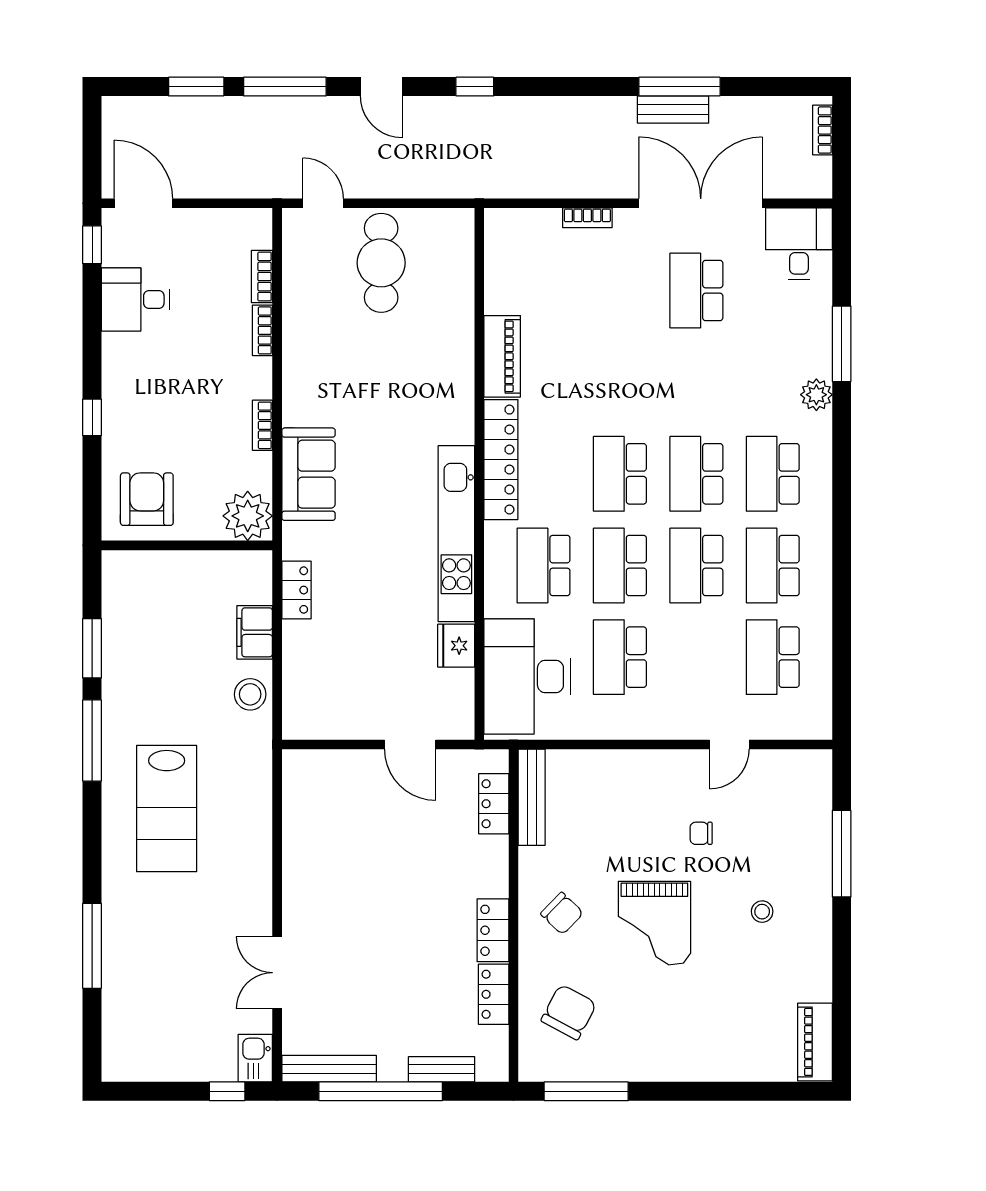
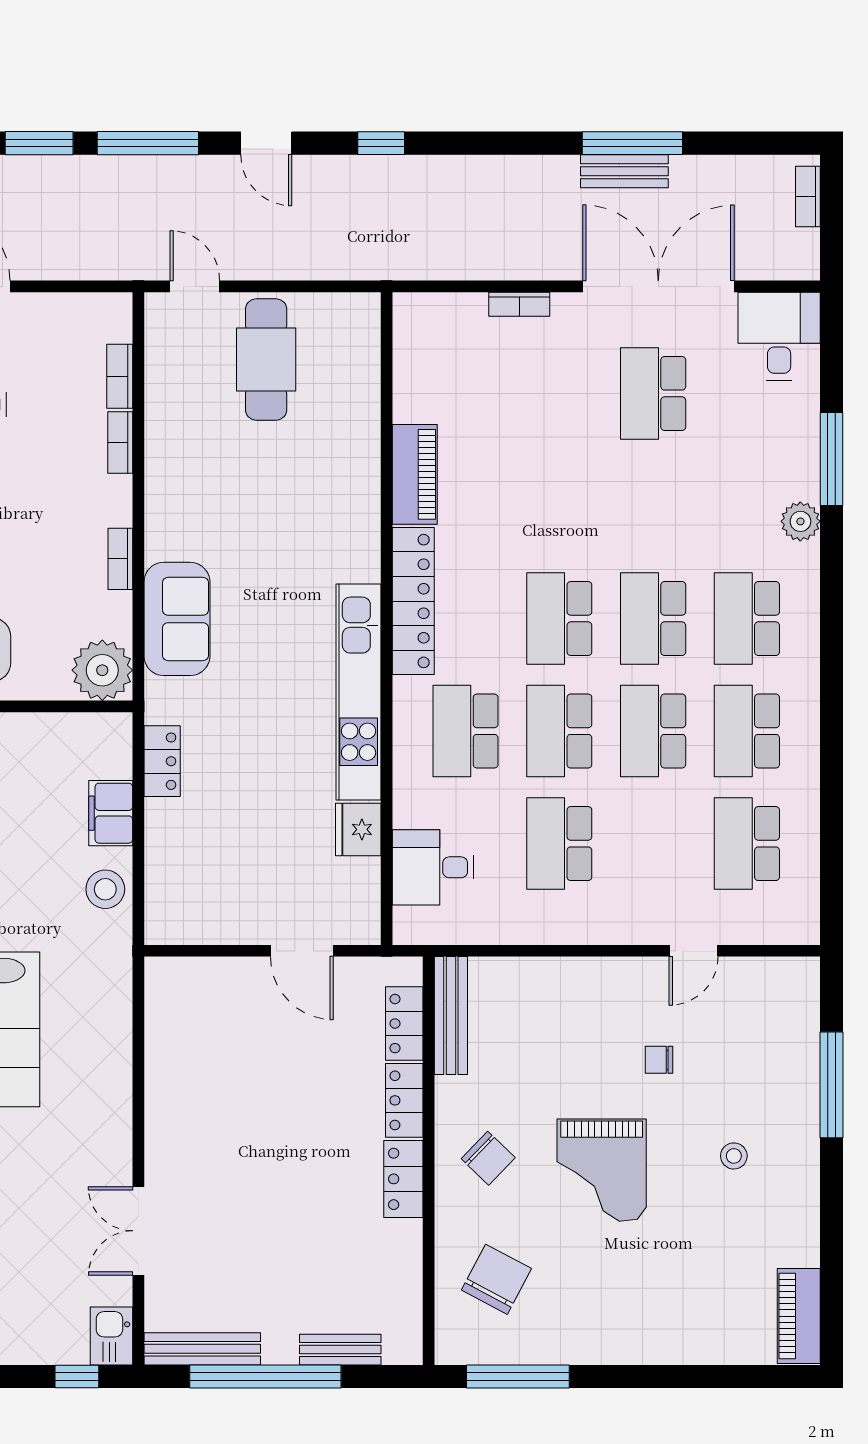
desk: (527, 676) -> (433, 867), width x0.53, depth x0.77
locker: (494, 994) -> (404, 1100), moved

